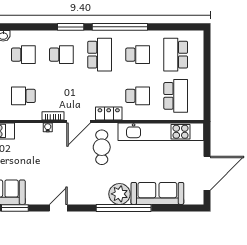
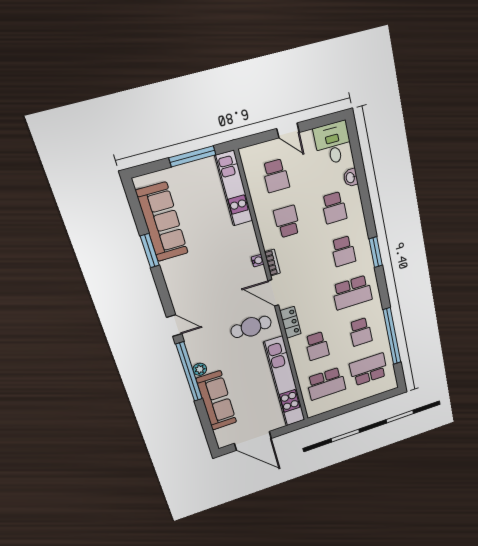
window: (120, 27) -> (392, 336), moved
plant: (120, 194) -> (200, 369), width x0.53, depth x0.53
door: (58, 208) -> (174, 326), moved

